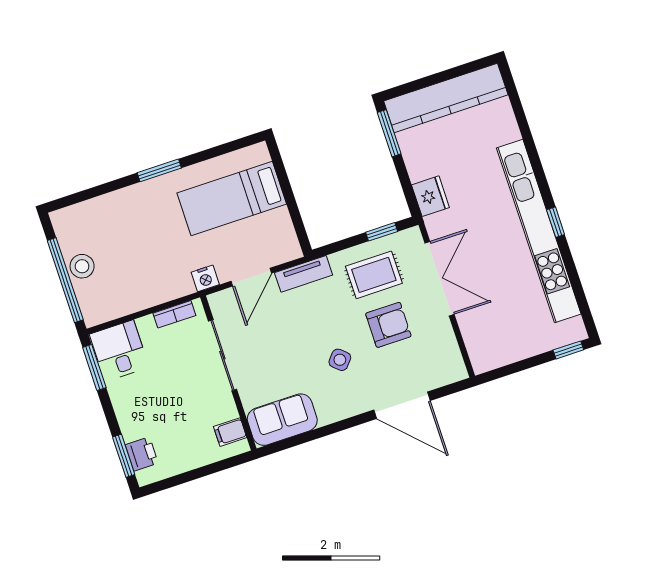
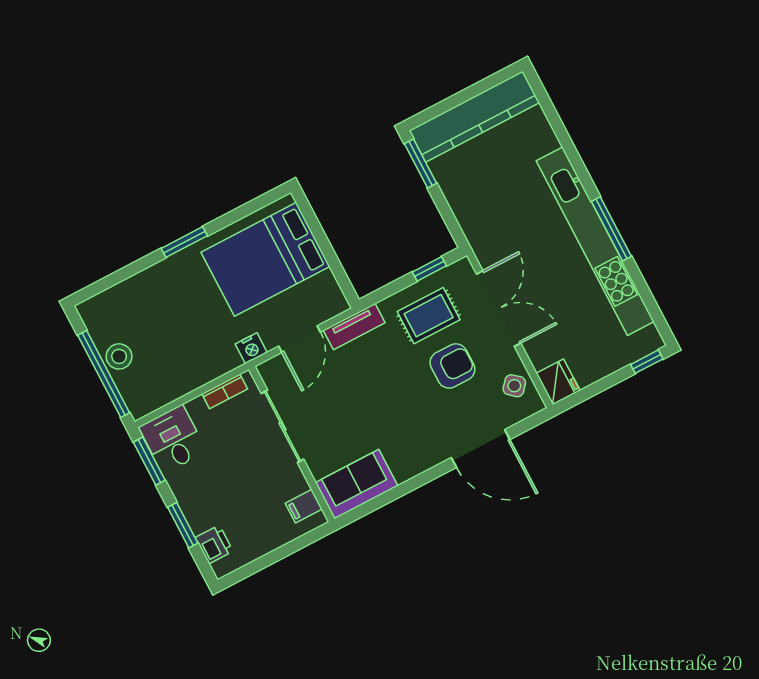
fridge: (430, 196) -> (558, 382), moved
bed: (232, 198) -> (265, 259), width x1.50
window: (556, 222) -> (611, 229), width x2.17
side table: (340, 360) -> (514, 386), moved
window: (124, 456) -> (183, 525), moved

